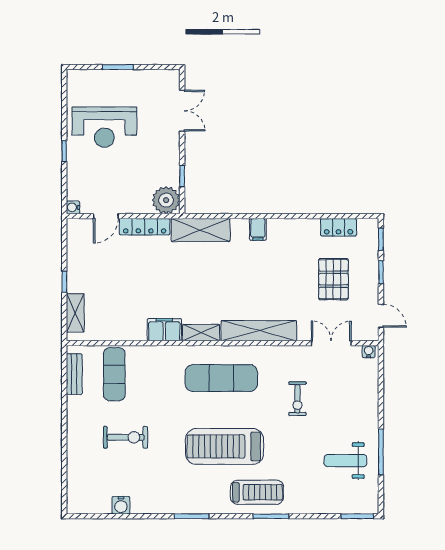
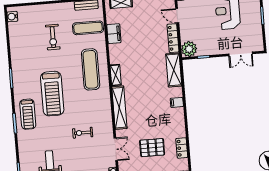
filing cabinet: (164, 330) -> (114, 34), moved
exercise mat: (221, 378) -> (91, 69), moved
treadmill: (224, 446) -> (52, 94), turned 180
water cooler: (121, 505) -> (12, 17), moved

